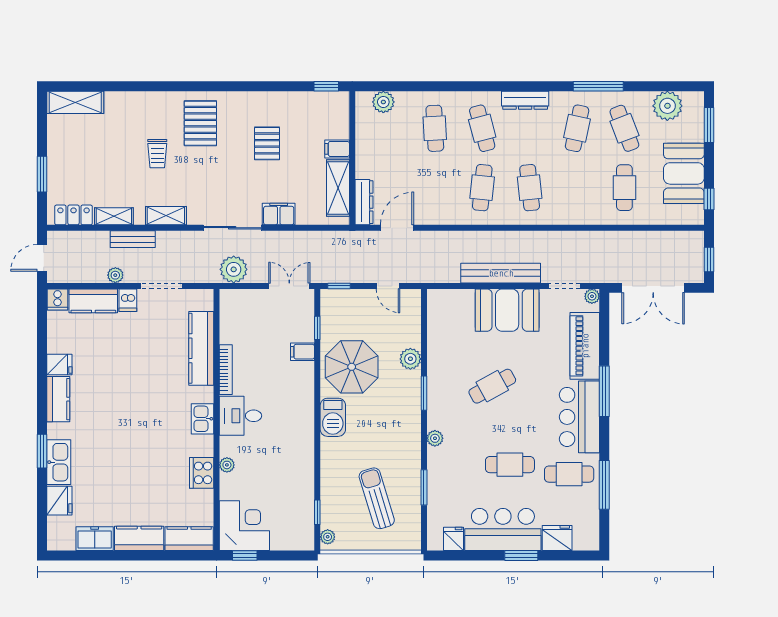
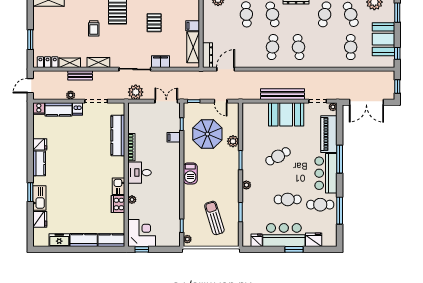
parasol: (352, 367) -> (207, 134), moved
kitchen sink: (203, 419) -> (119, 186), moved

